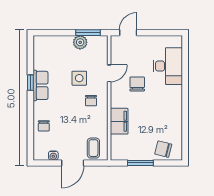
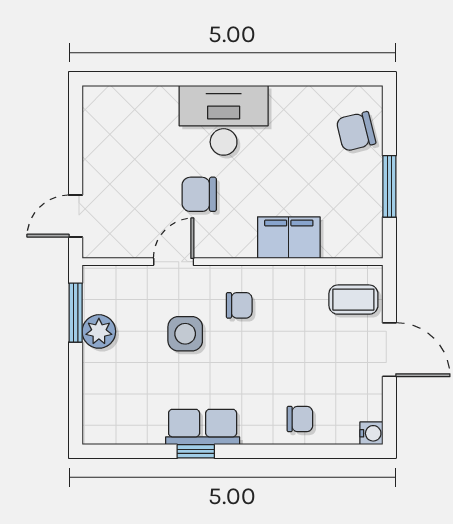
door: (128, 33) -> (76, 216), hinge flipped
desk: (168, 66) -> (224, 120), moved
door: (109, 73) -> (174, 262), hinge flipped
chair: (163, 149) -> (356, 131), turned 62
water cooler: (53, 156) -> (371, 433), moved

